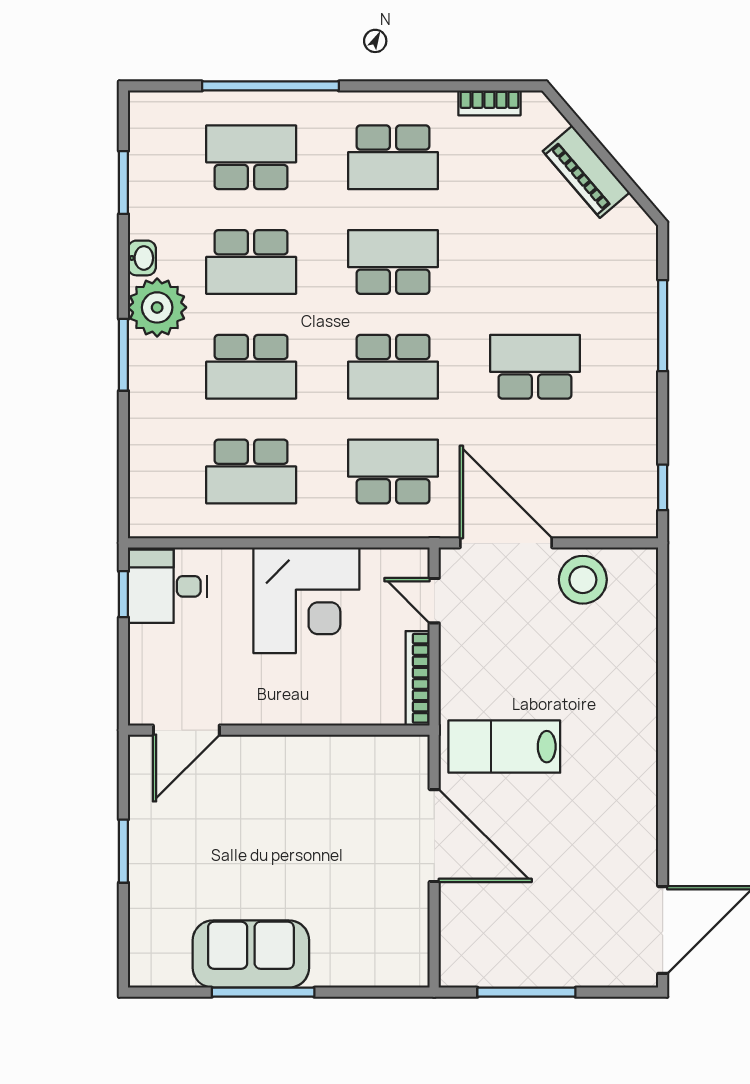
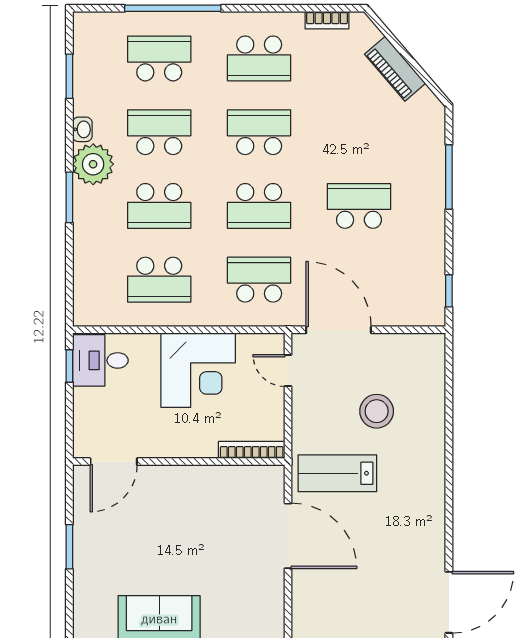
school desk: (251, 262) -> (159, 132), turned 180
stool: (583, 580) -> (377, 411), moved
bookcase: (418, 678) -> (252, 450), moved, turned 90

